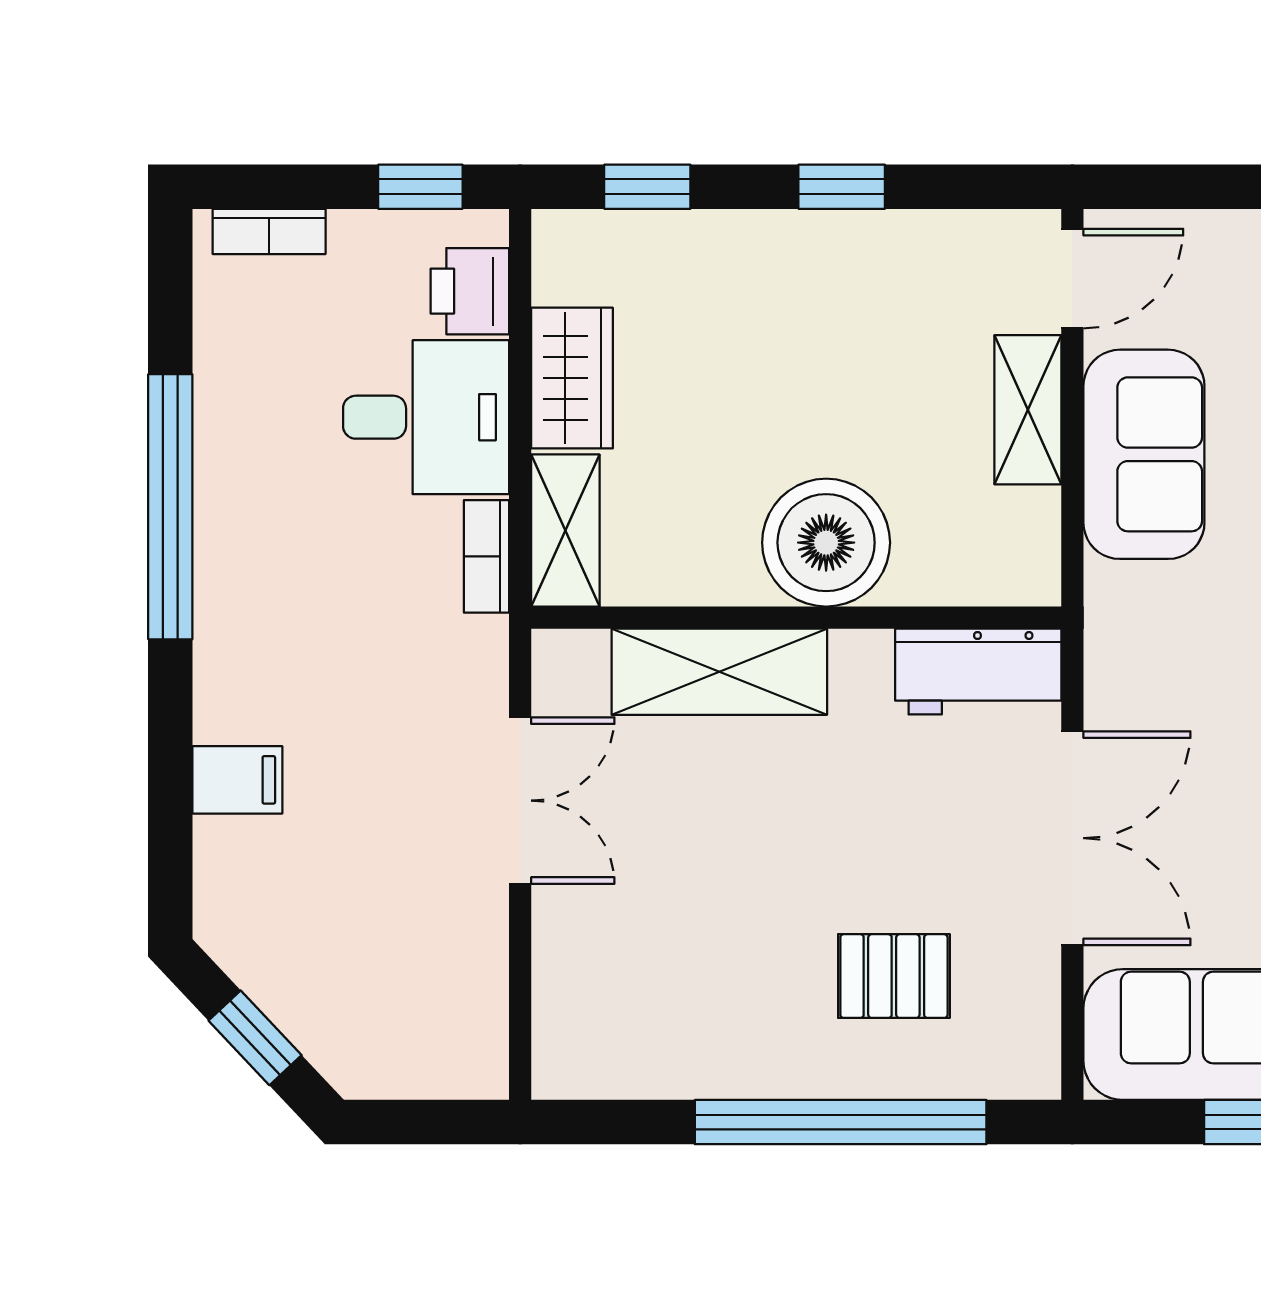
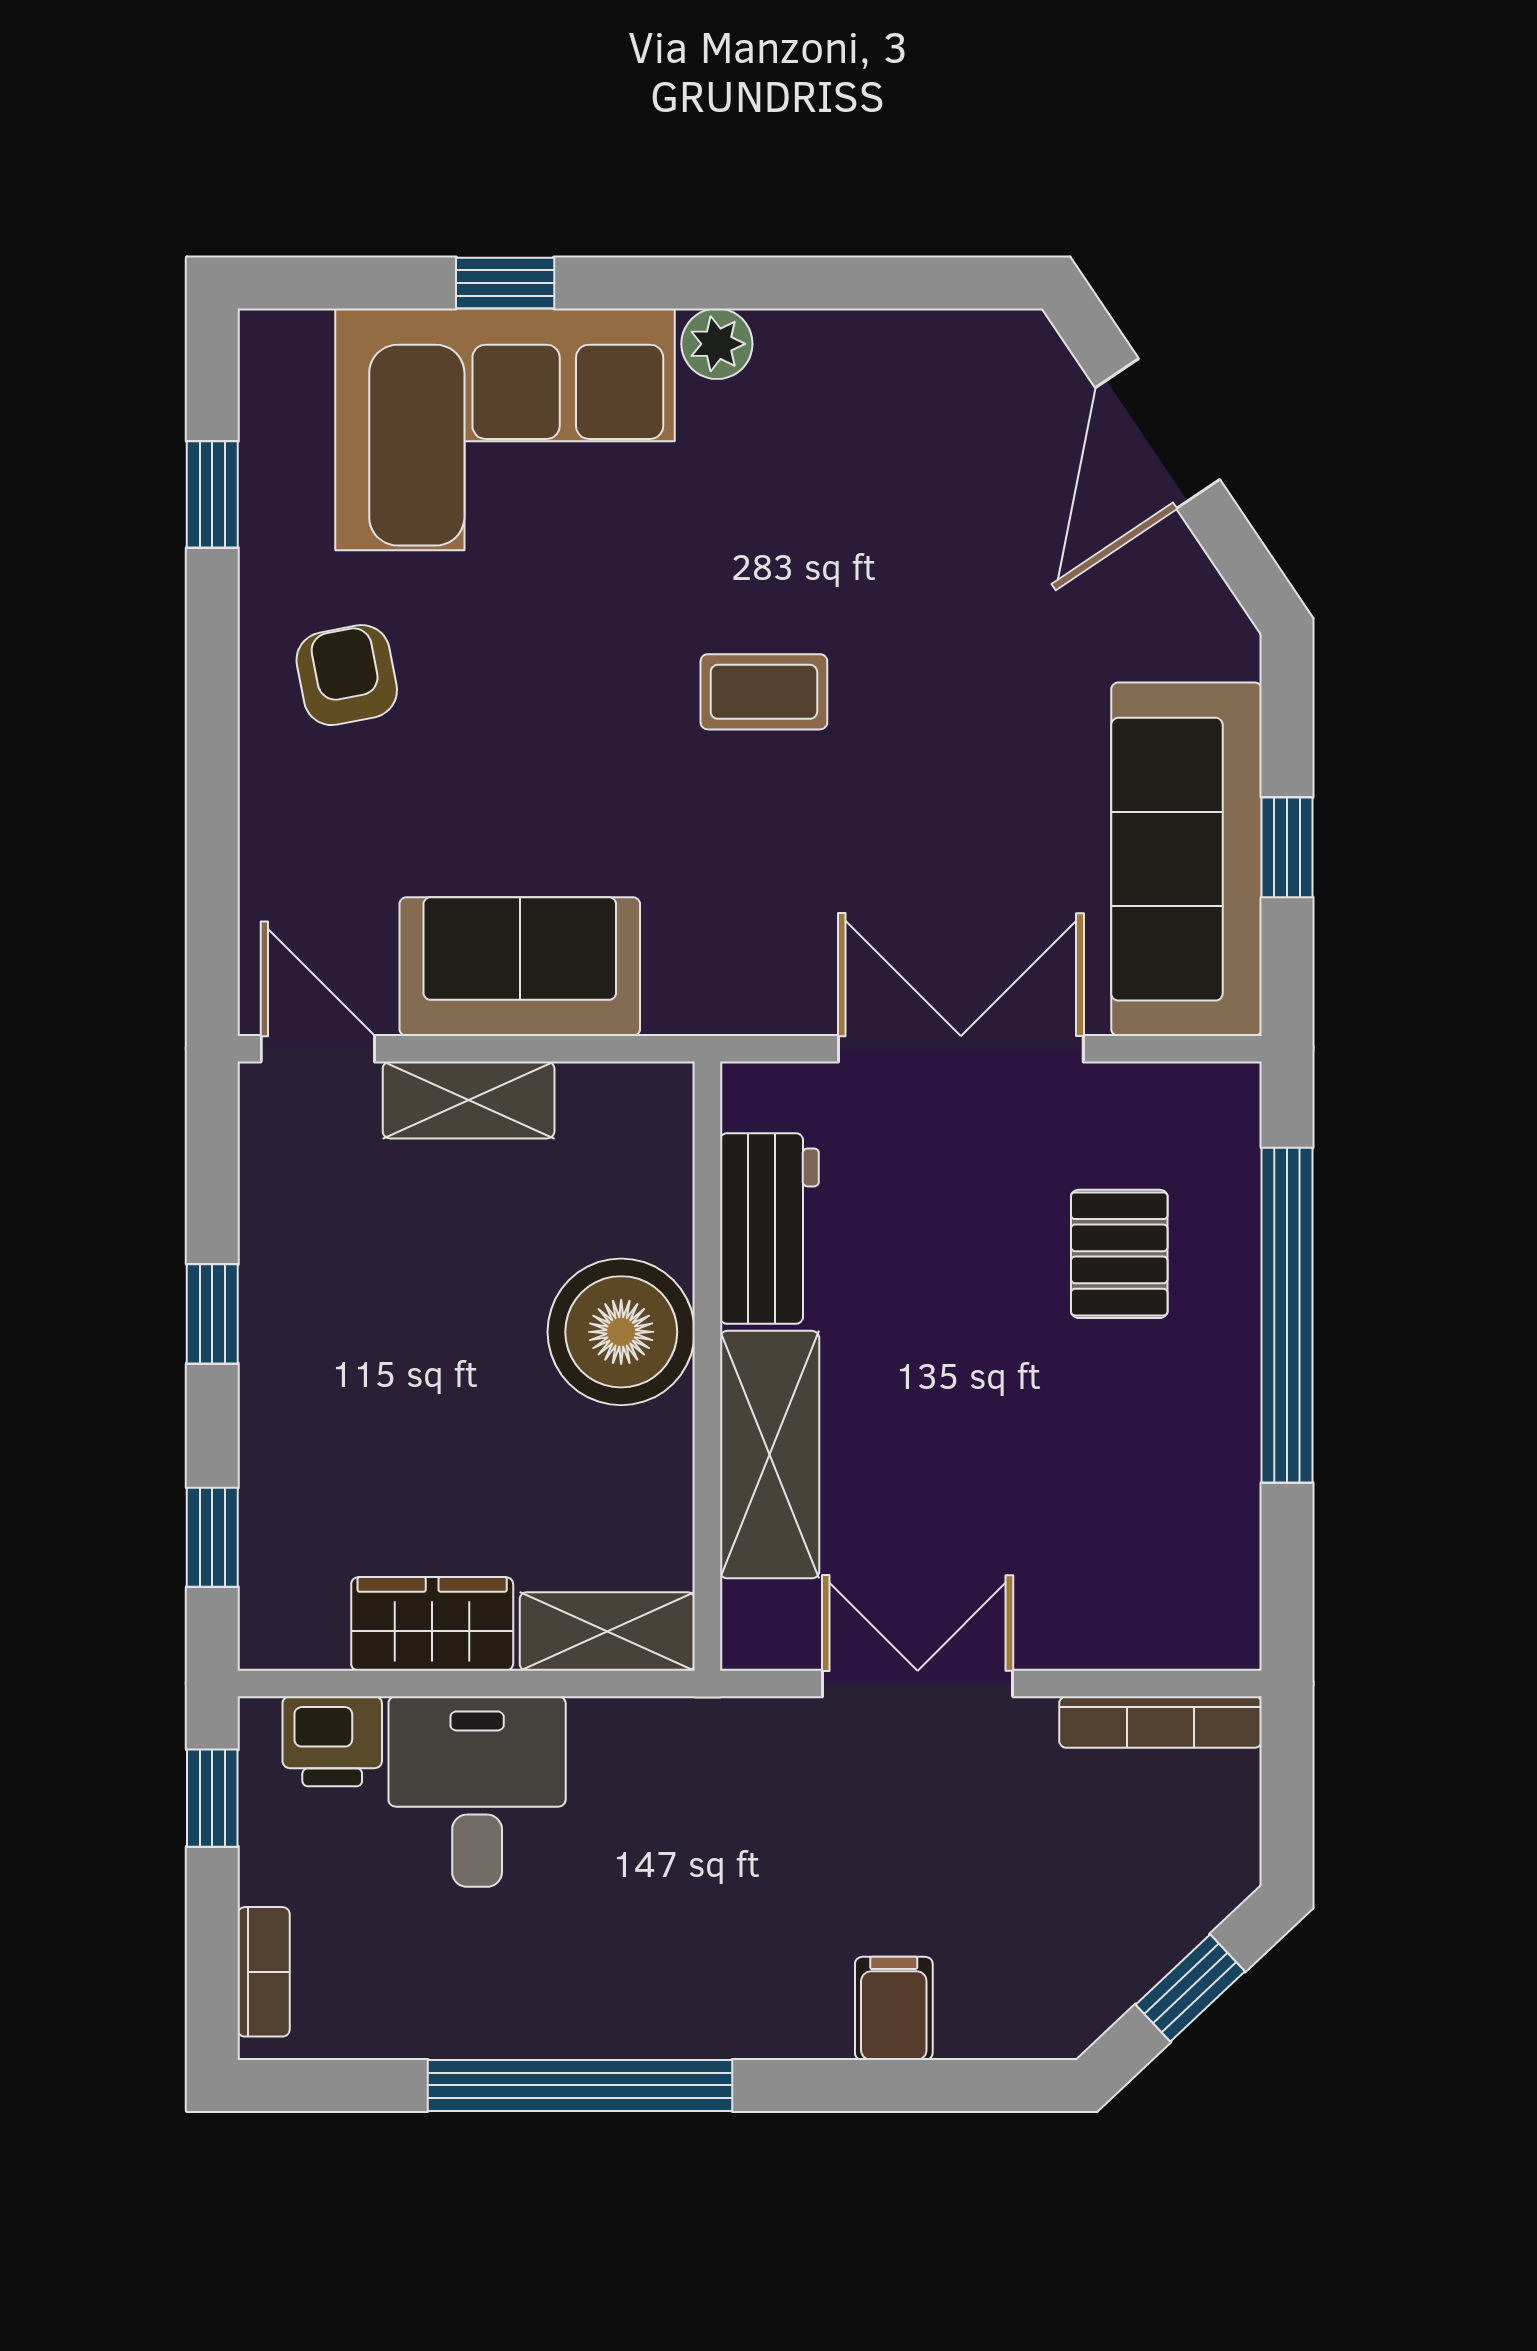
bookcase: (487, 556) -> (1161, 1722), moved, width x1.56
workbench: (978, 672) -> (769, 1229), moved

